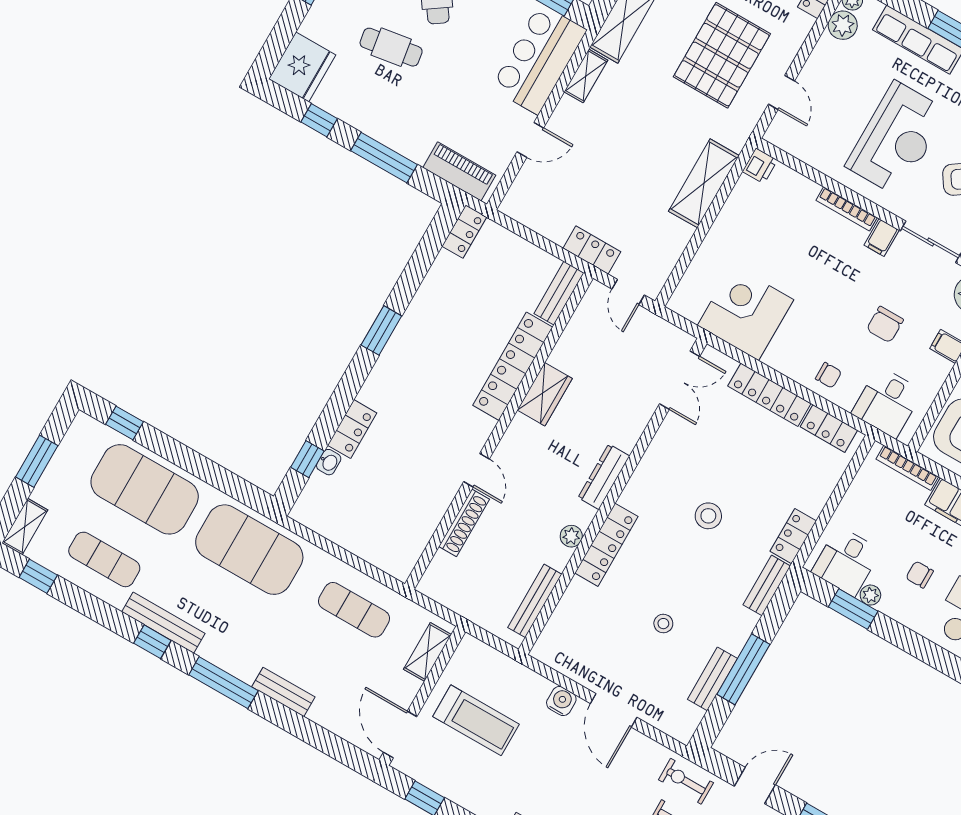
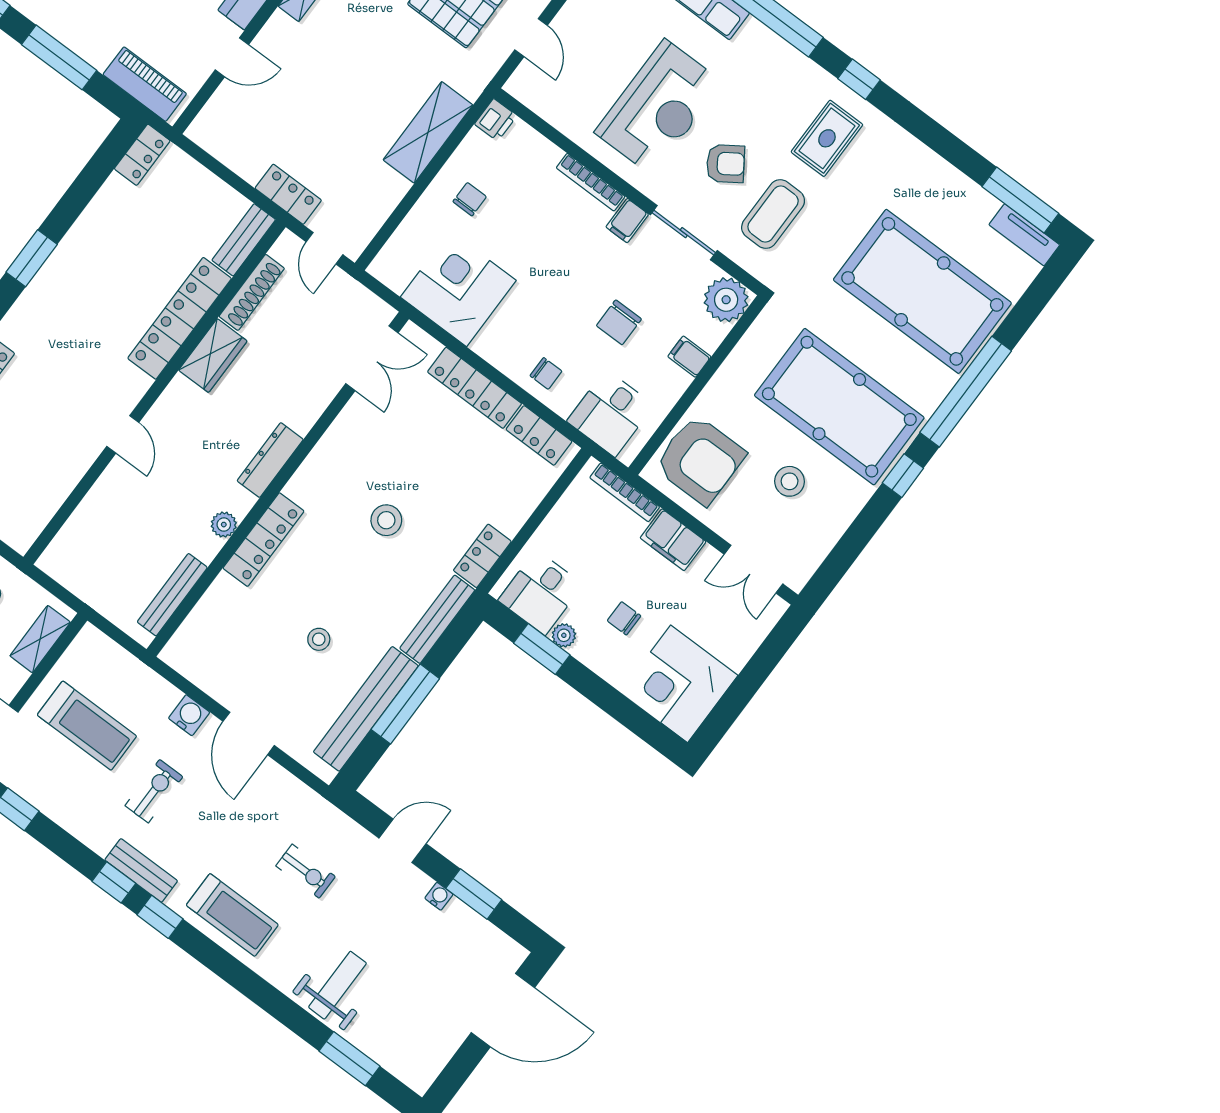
chair: (746, 236) -> (470, 199), added
shoe rack: (464, 523) -> (252, 292), moved
bench: (767, 585) -> (437, 619), width x1.36
bench: (712, 679) -> (366, 709), width x1.86, depth x1.21
exercise bike: (686, 781) -> (154, 791), moved, turned 90

